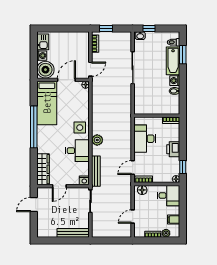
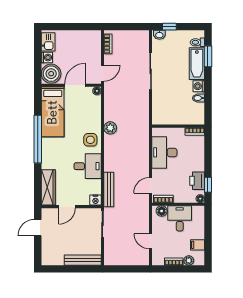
window: (106, 28) -> (120, 27), removed
plant: (97, 140) -> (110, 128), moved
printer: (173, 149) -> (197, 181), moved
desk: (169, 196) -> (180, 218), moved, turned -90
door: (133, 216) -> (151, 241), hinge flipped

